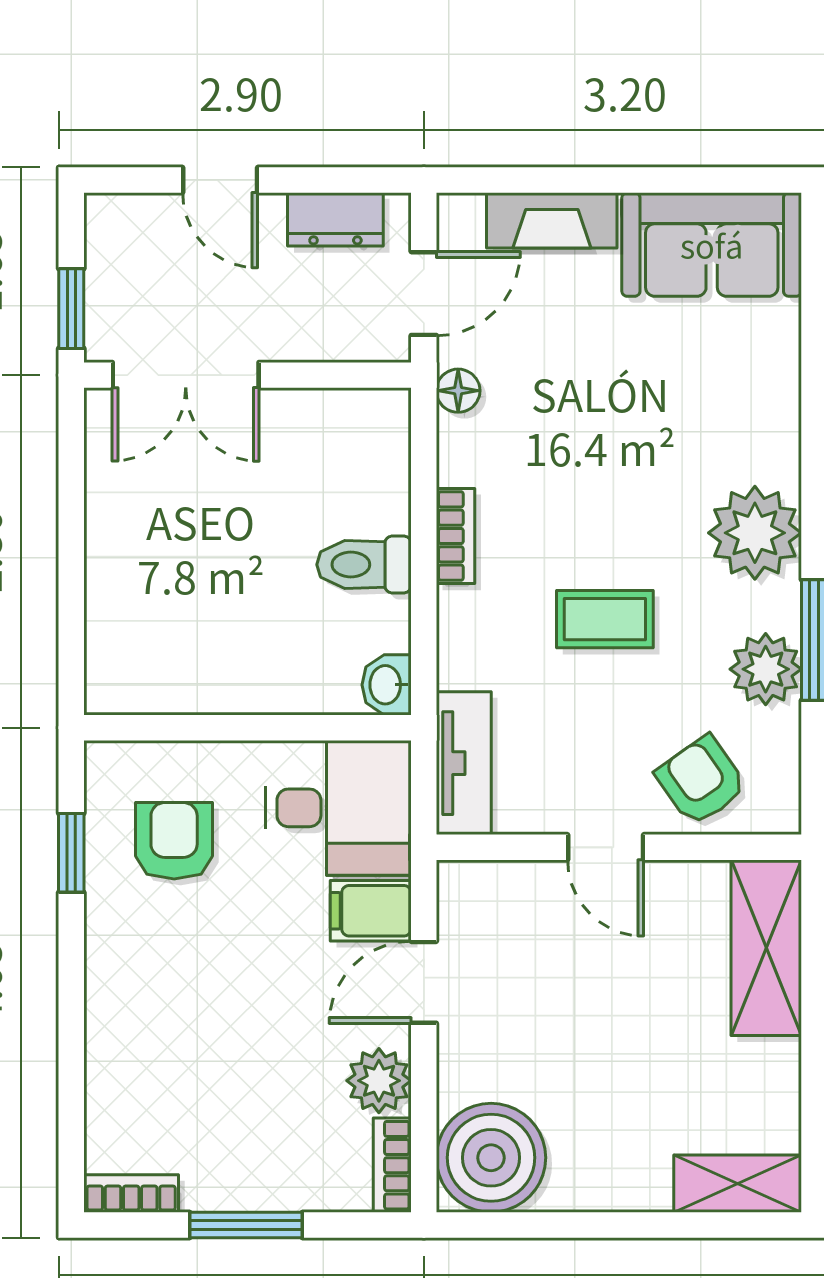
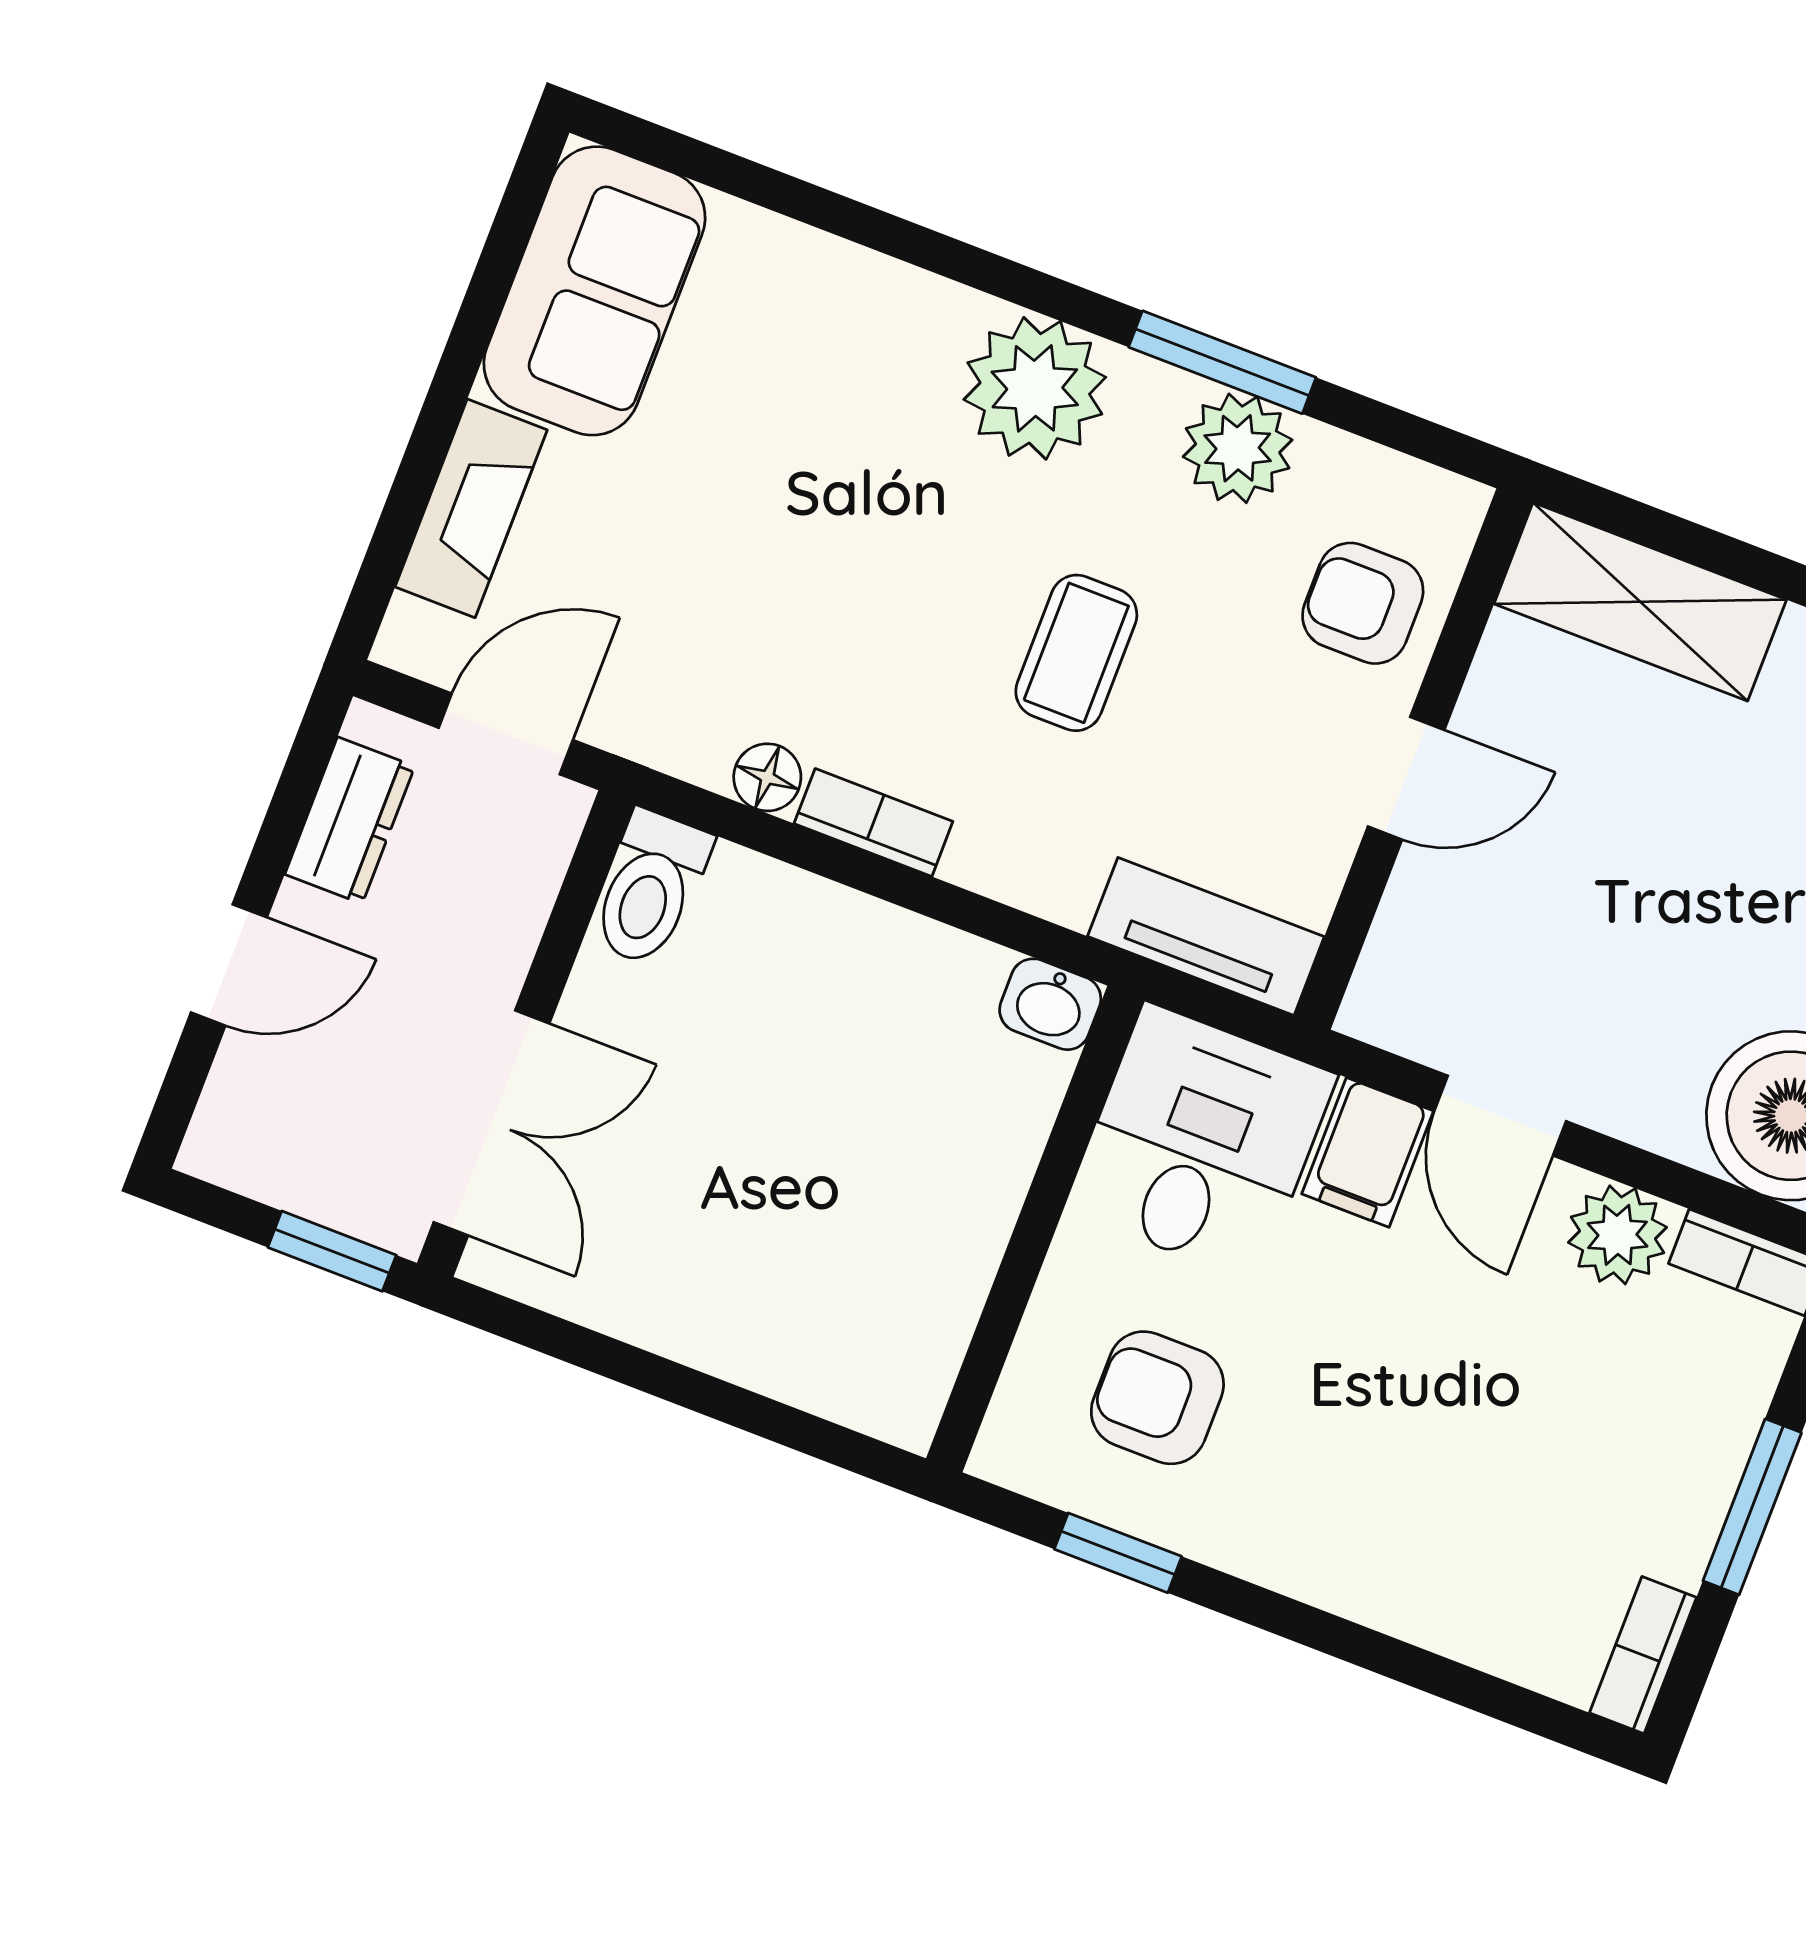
door: (424, 294) -> (506, 734), hinge flipped
floor lamp: (458, 391) -> (767, 777), moved
toilet: (364, 565) -> (650, 888), moved
armchair: (701, 781) -> (1363, 603), turned 35

